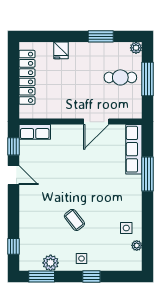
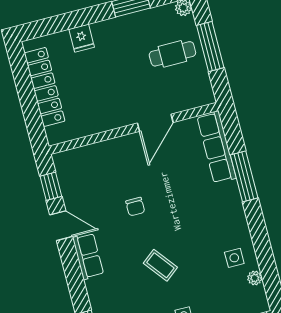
row of seats: (35, 132) -> (88, 256), moved, turned -90
chair: (68, 175) -> (135, 207), added

